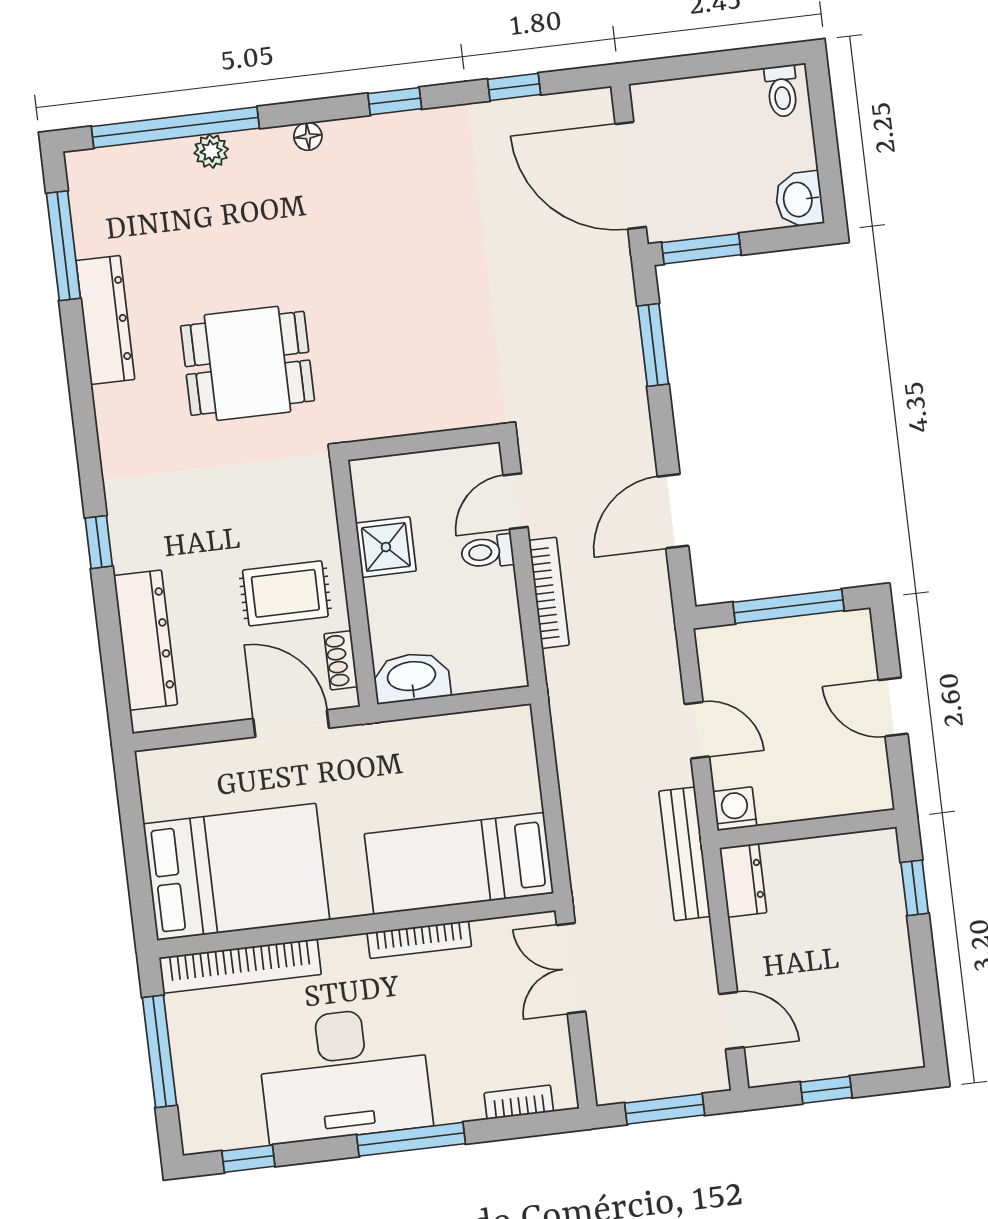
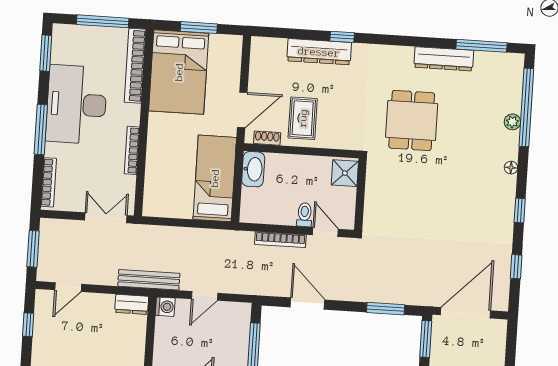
shower: (386, 547) -> (345, 173), moved
dresser: (145, 640) -> (319, 52), moved
window: (135, 847) -> (199, 28), added
bed: (459, 864) -> (215, 178), moved
bookcase: (519, 1102) -> (49, 182), width x1.56
window: (248, 1159) -> (46, 53), width x1.50

